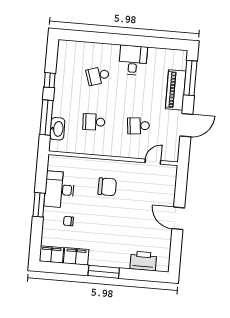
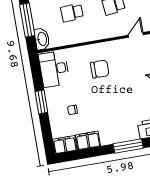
washbasin: (57, 129) -> (42, 39), moved
desk: (59, 190) -> (54, 69), moved
window: (104, 272) -> (128, 146), moved

